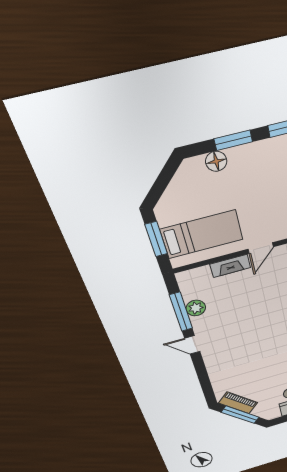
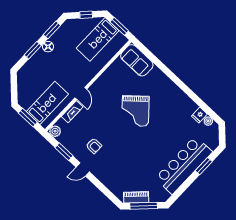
floor lamp: (216, 161) -> (48, 47), moved
plant: (196, 308) -> (55, 131), moved
window: (181, 312) -> (64, 152), width x0.69
armchair: (229, 323) -> (94, 146), added

